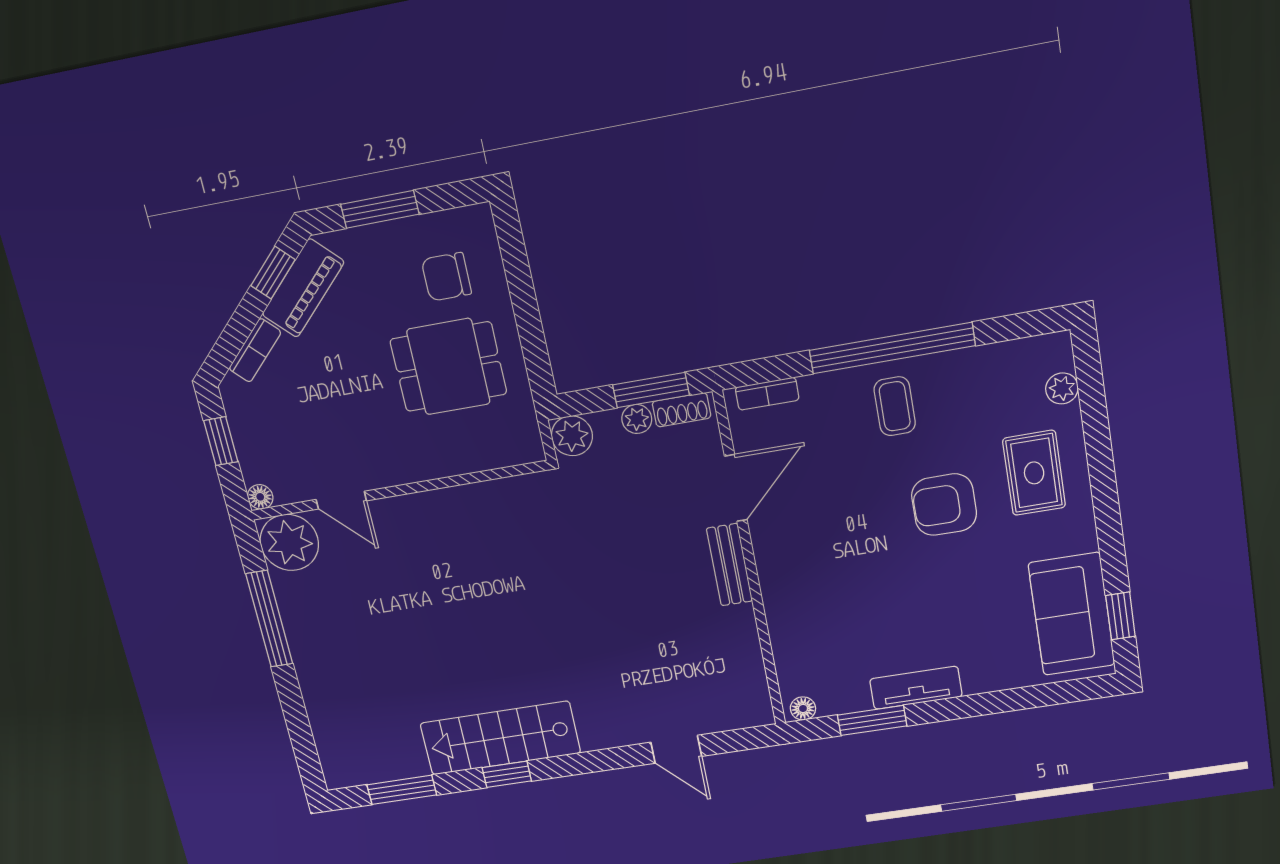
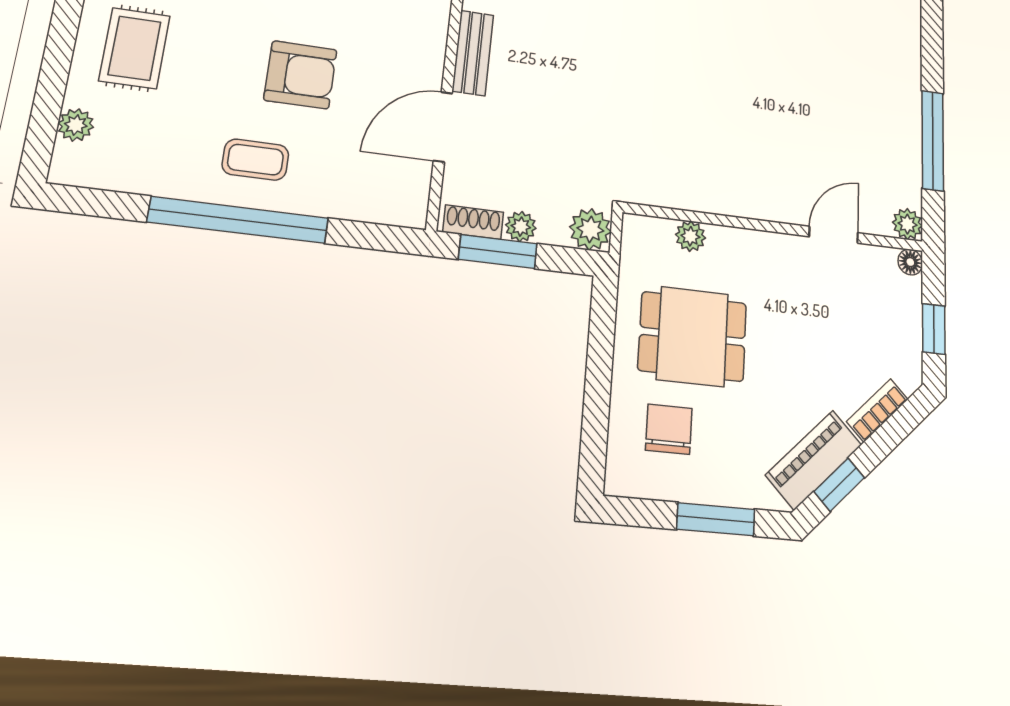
chair: (446, 277) -> (669, 429), turned -90
bookcase: (767, 394) -> (382, 212), removed
coffee table: (895, 406) -> (255, 160), turned 90
plant: (477, 458) -> (690, 236), added
door: (341, 500) -> (834, 235), hinge flipped
armchair: (944, 505) -> (300, 75), moved
plant: (289, 542) -> (907, 224), width x0.53, depth x0.53

